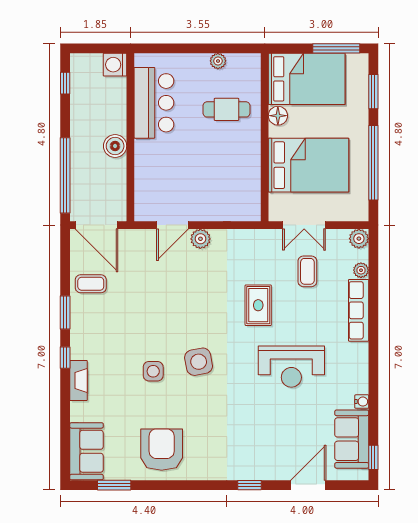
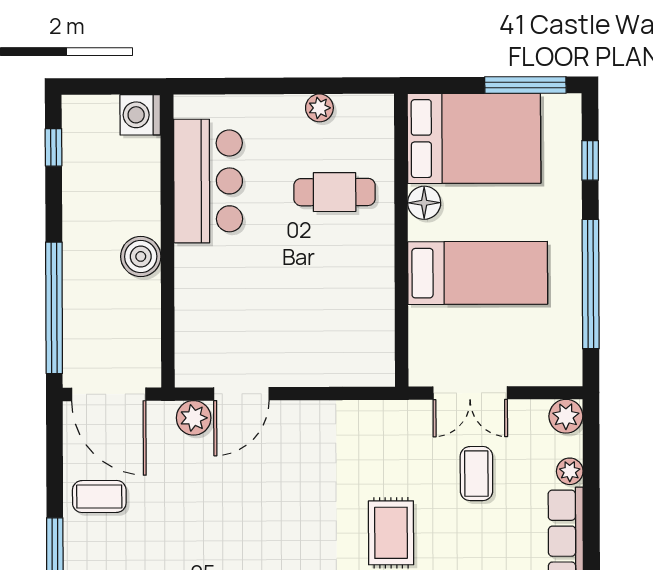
window: (373, 92) -> (590, 160), width x0.67
bed: (309, 165) -> (478, 273), width x0.67
plant: (200, 239) -> (194, 418), moved

